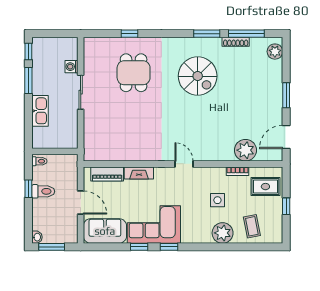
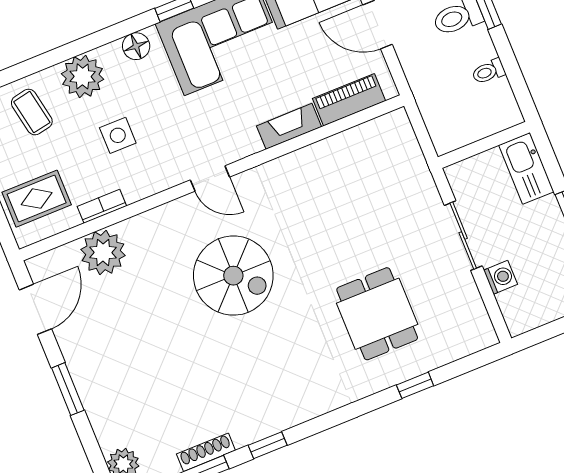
window: (207, 34) -> (268, 445), width x0.67
spiral stairs: (198, 76) -> (233, 276), moved, turned 180
wall: (55, 151) -> (484, 145), moved
floor lamp: (193, 237) -> (136, 46), added

